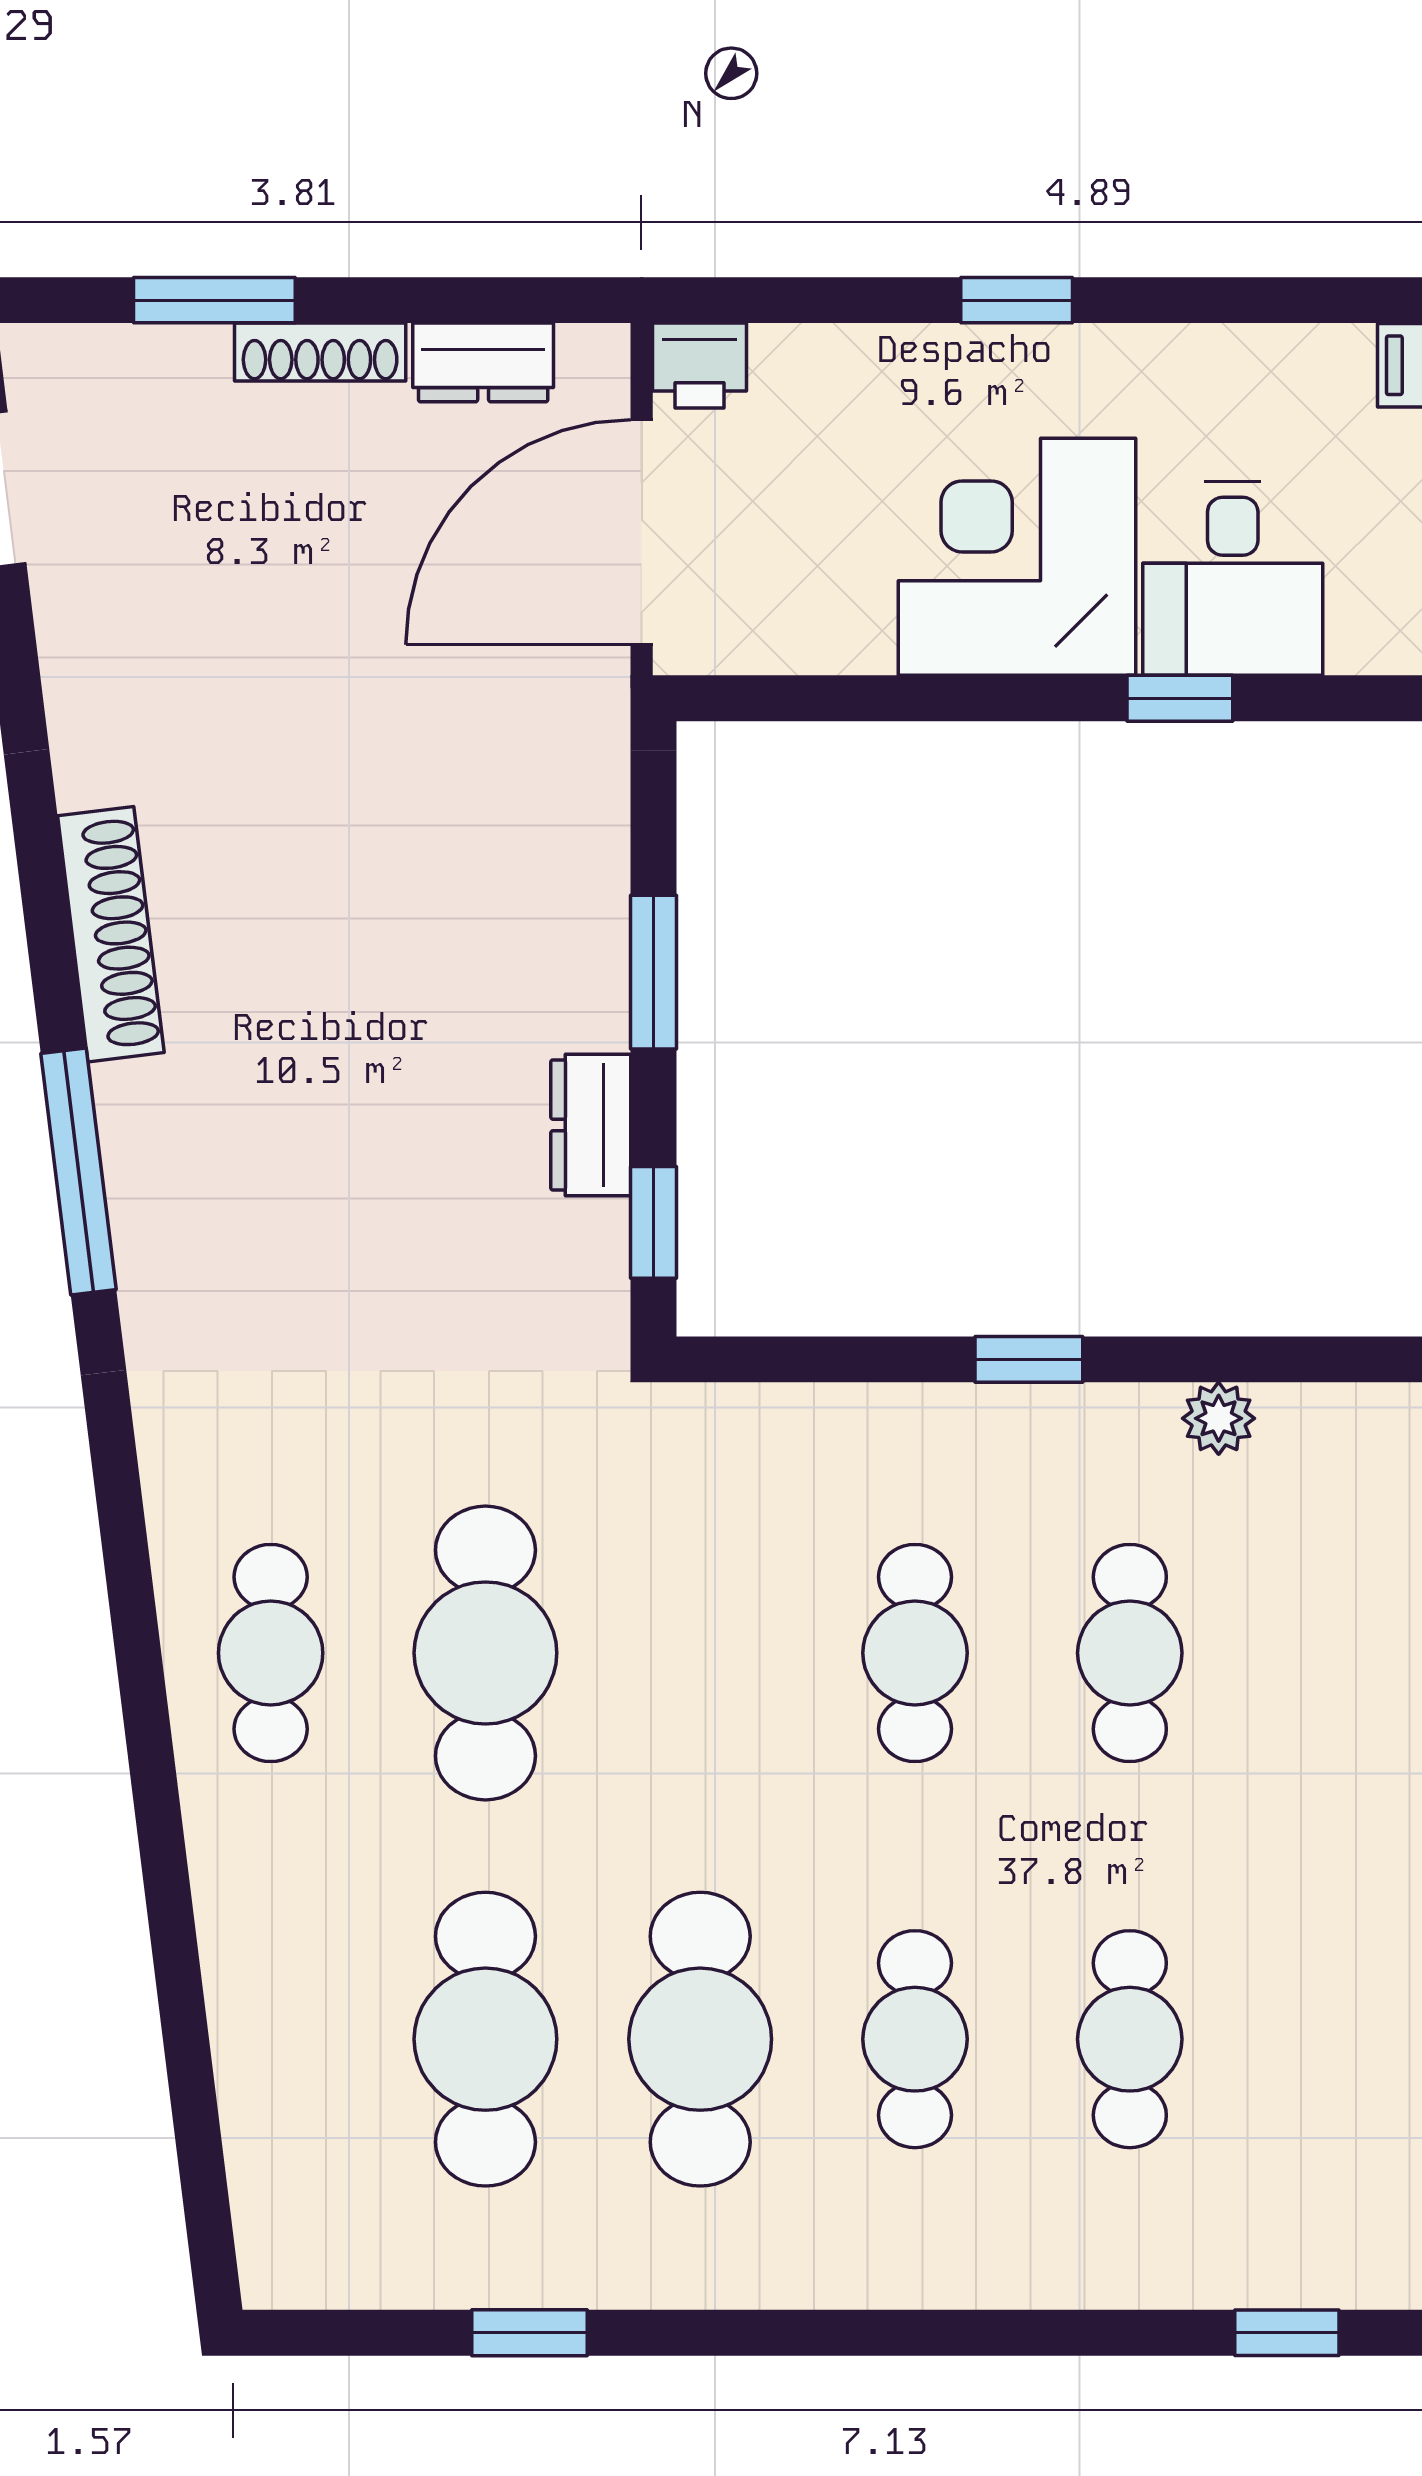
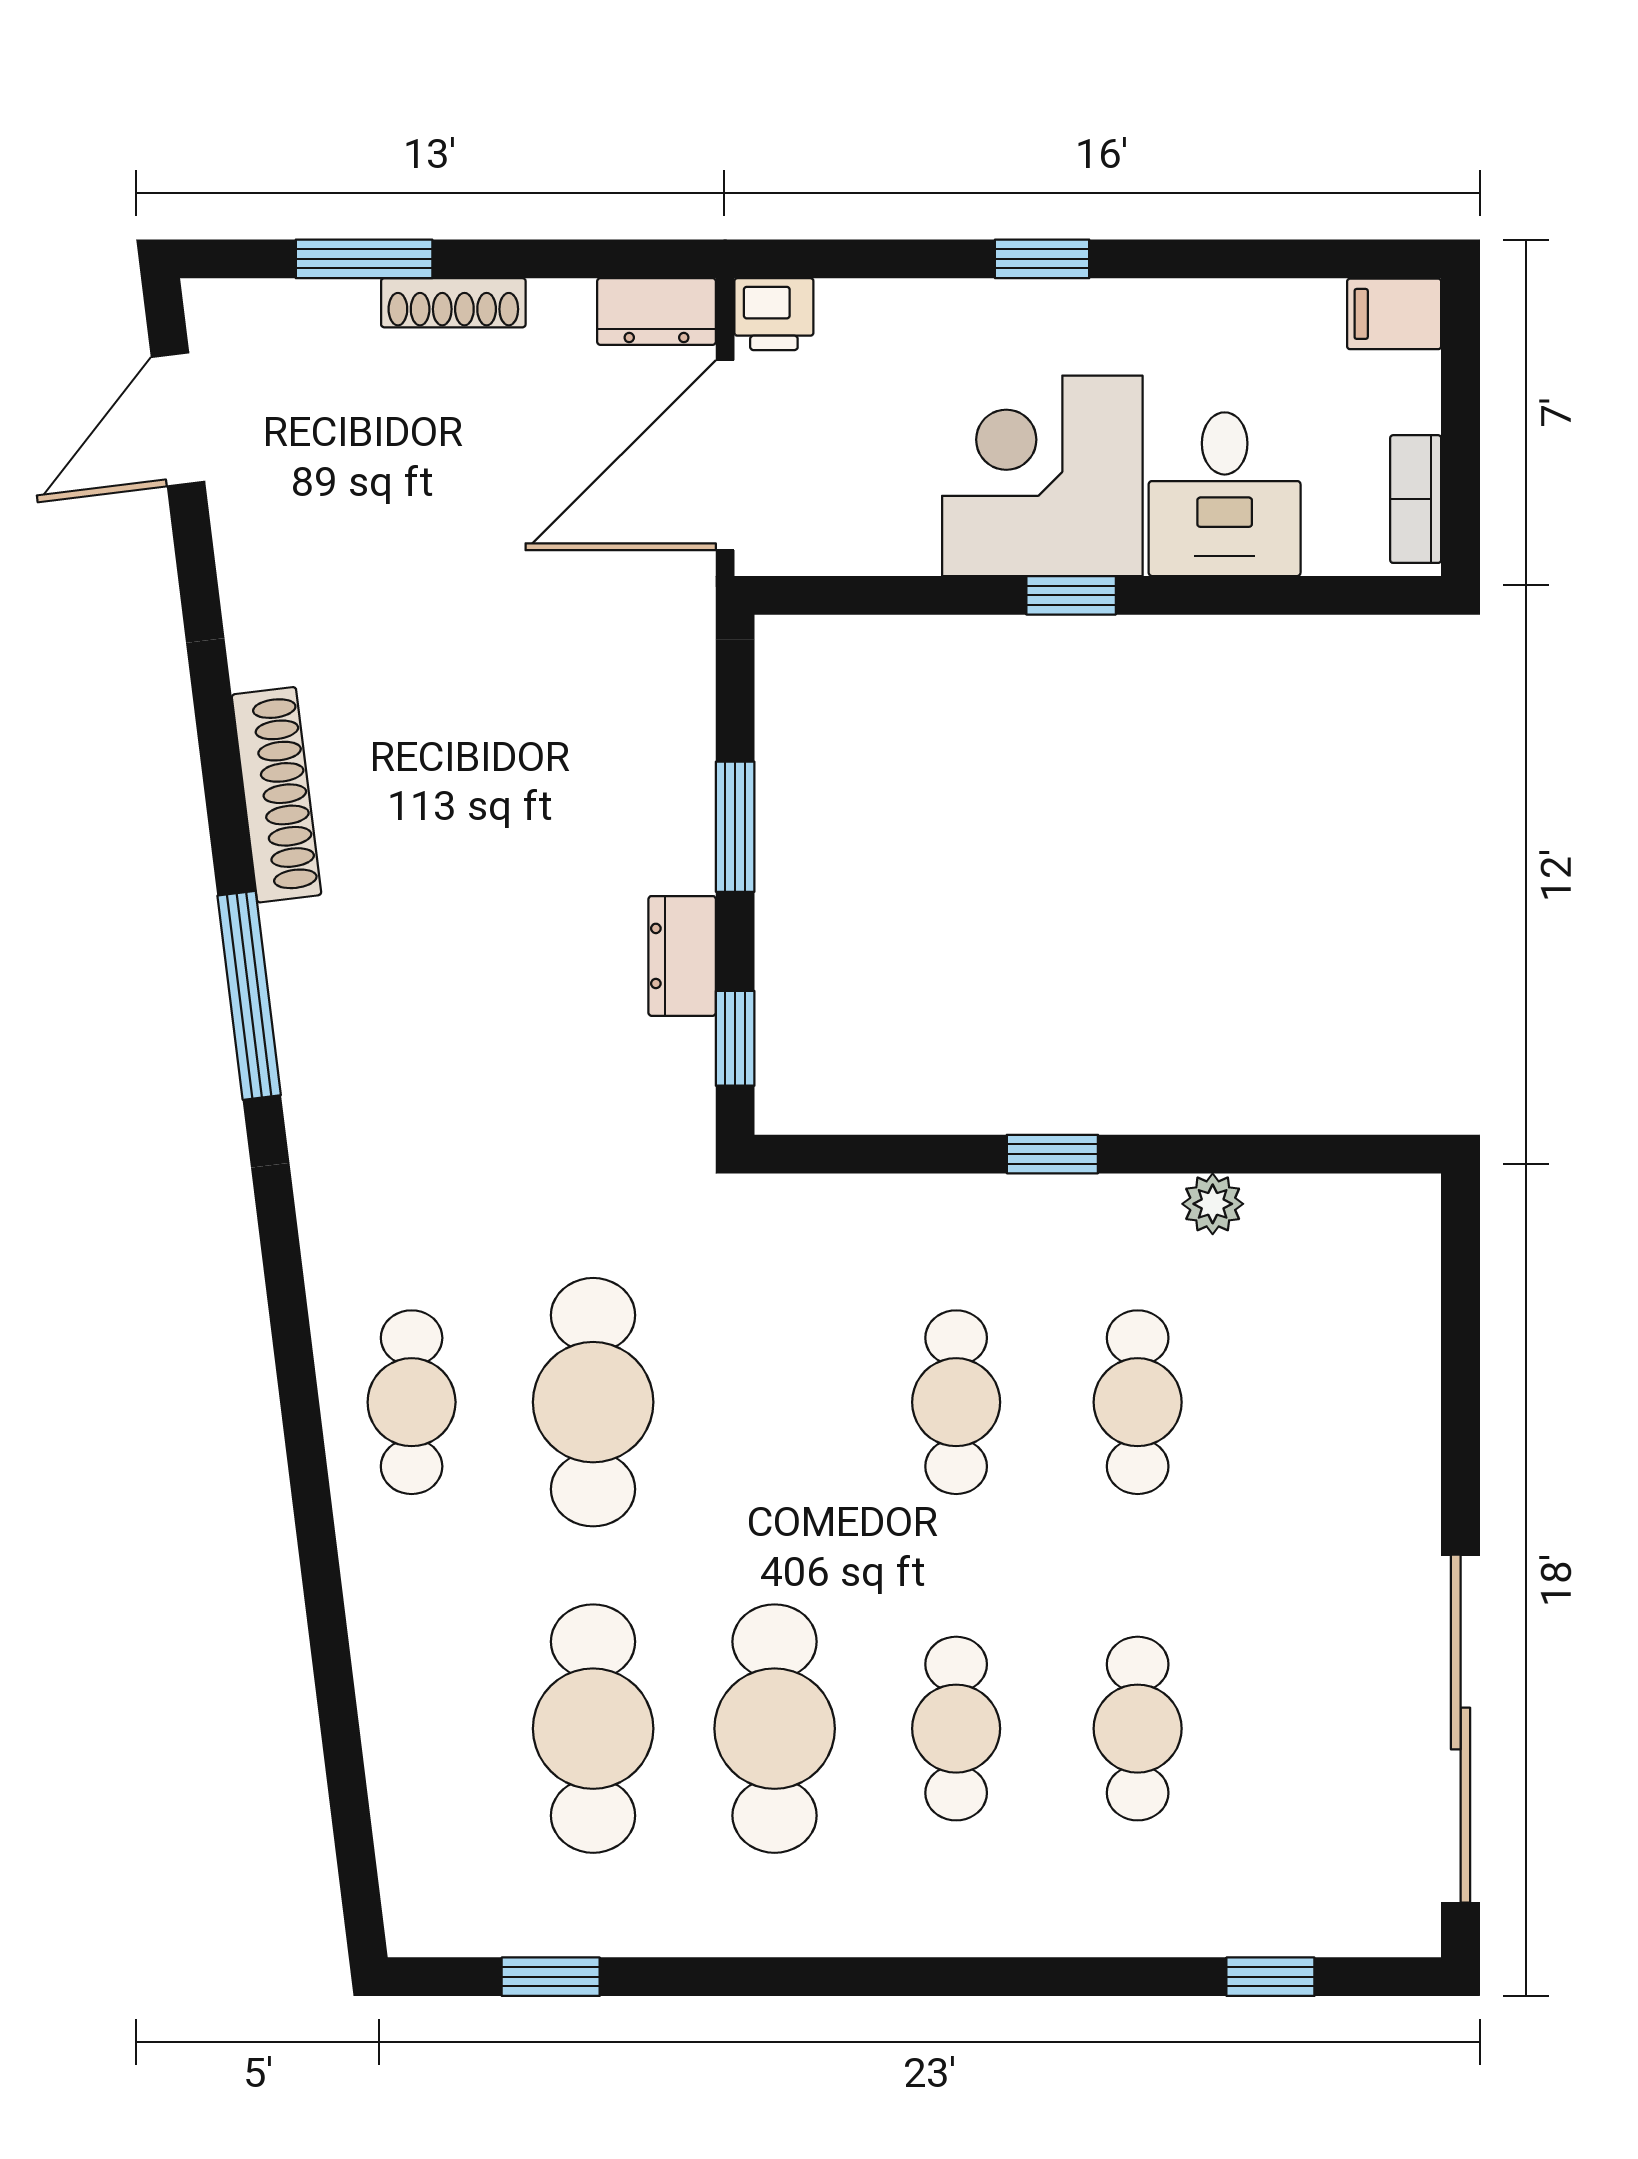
dresser: (483, 362) -> (656, 312), moved
window: (1180, 698) -> (1071, 595), moved
window: (530, 2333) -> (551, 1977), moved

